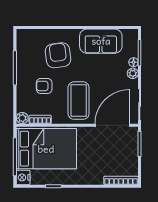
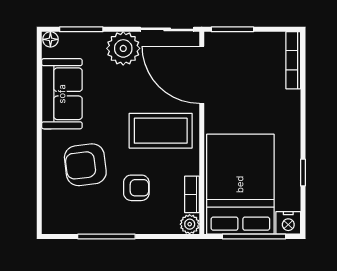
floor lamp: (134, 62) -> (50, 39), moved
plant: (133, 73) -> (123, 48), width x1.88, depth x1.88
armchair: (44, 86) -> (136, 188), turned -90

